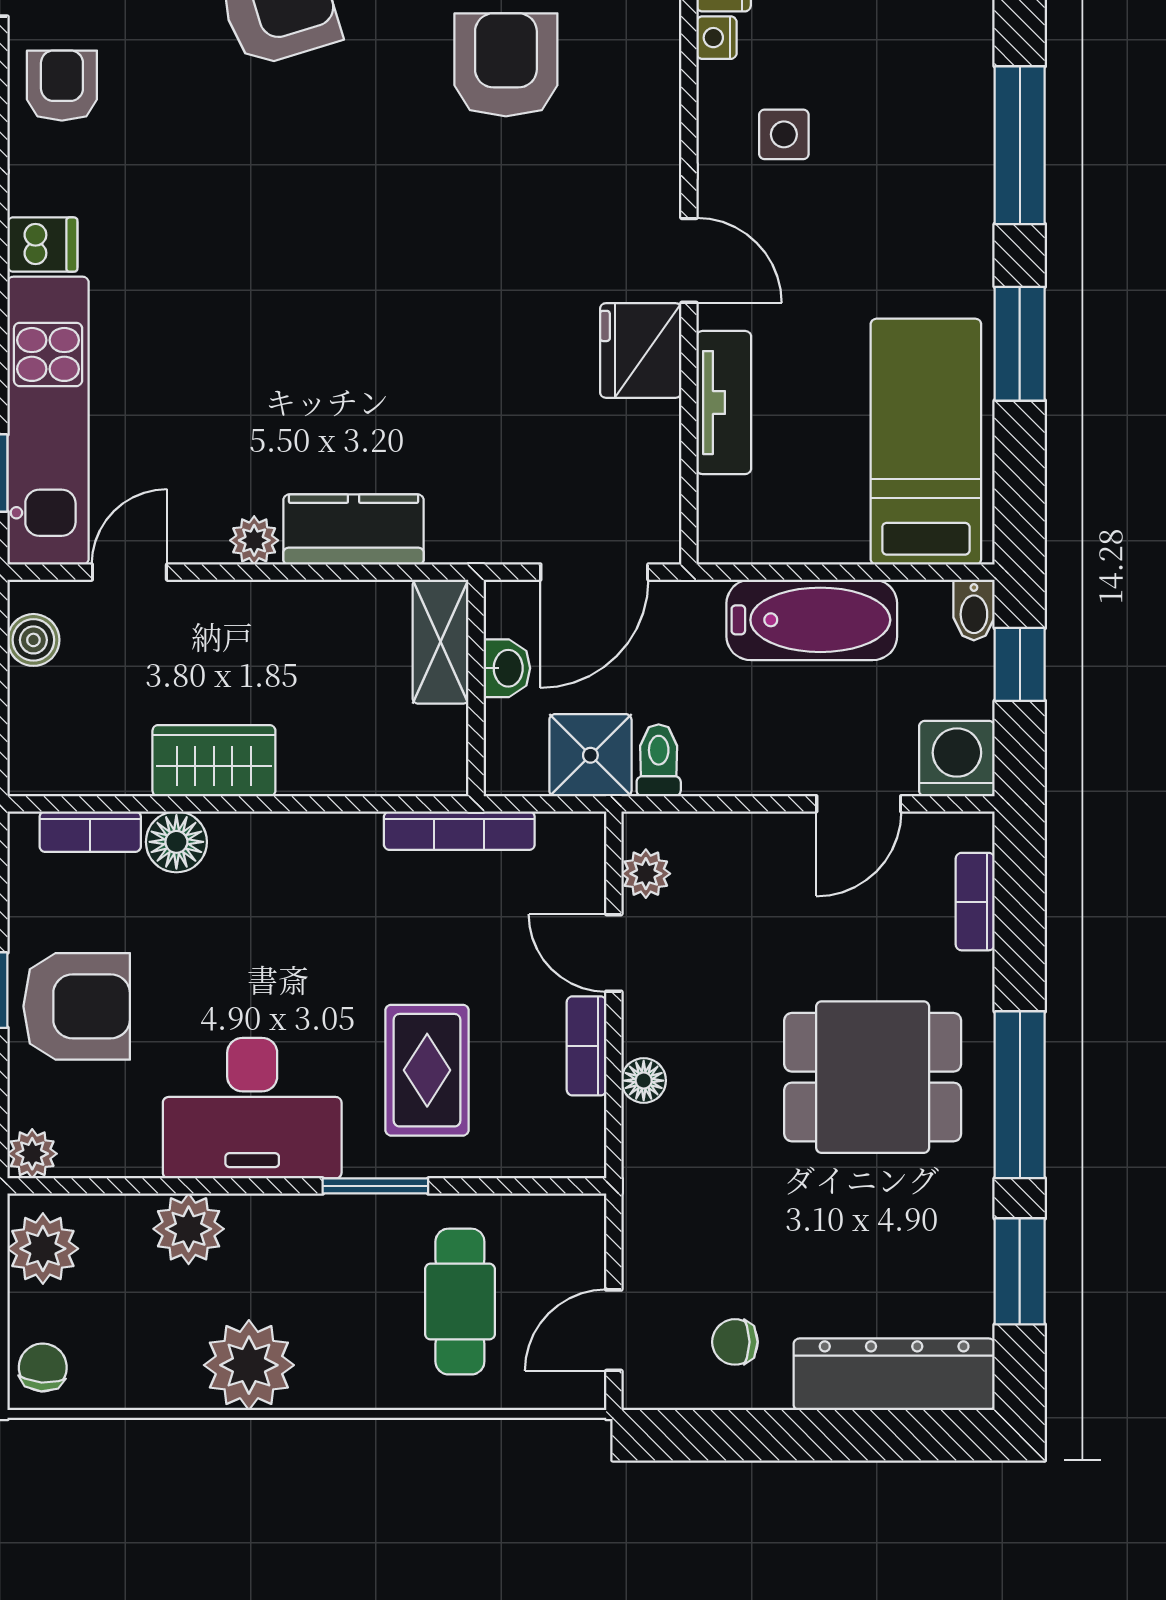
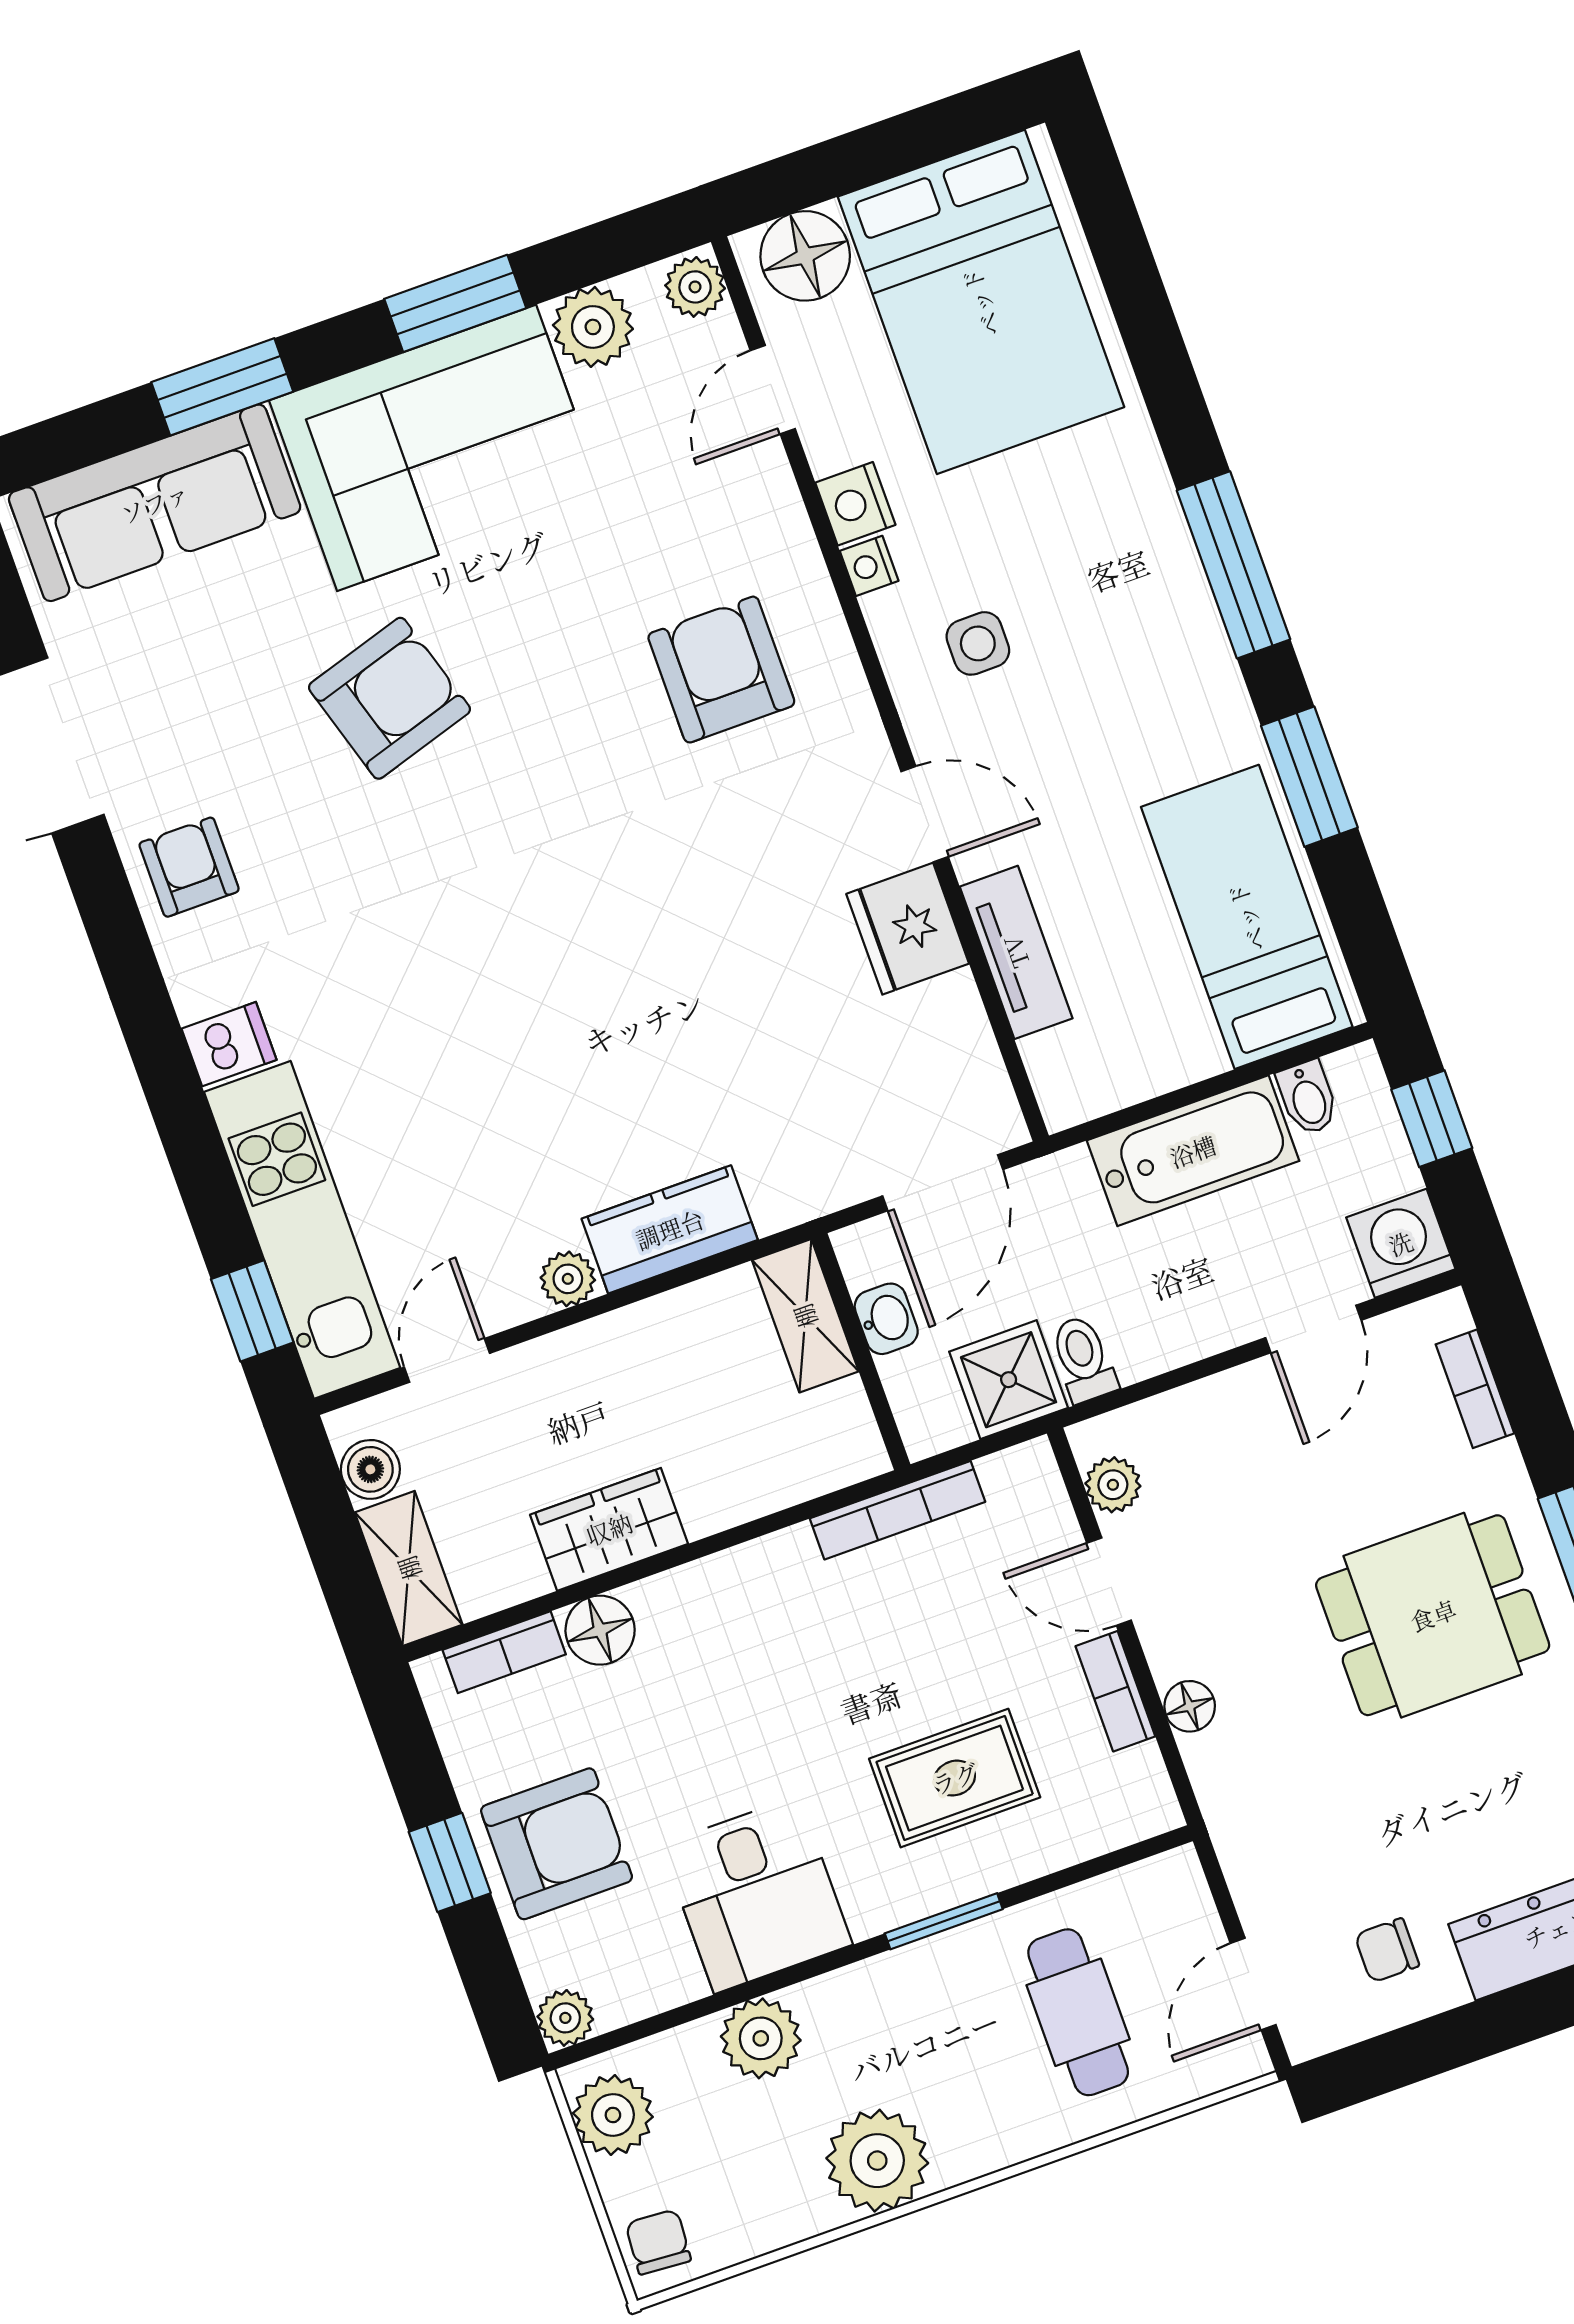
armchair: (506, 65) -> (721, 670), moved
bidet: (974, 610) -> (1308, 1098), moved
shelving: (36, 734) -> (409, 1568), added
rug: (427, 1070) -> (955, 1778), turned 90
desk: (252, 1108) -> (757, 1895), width x0.73

